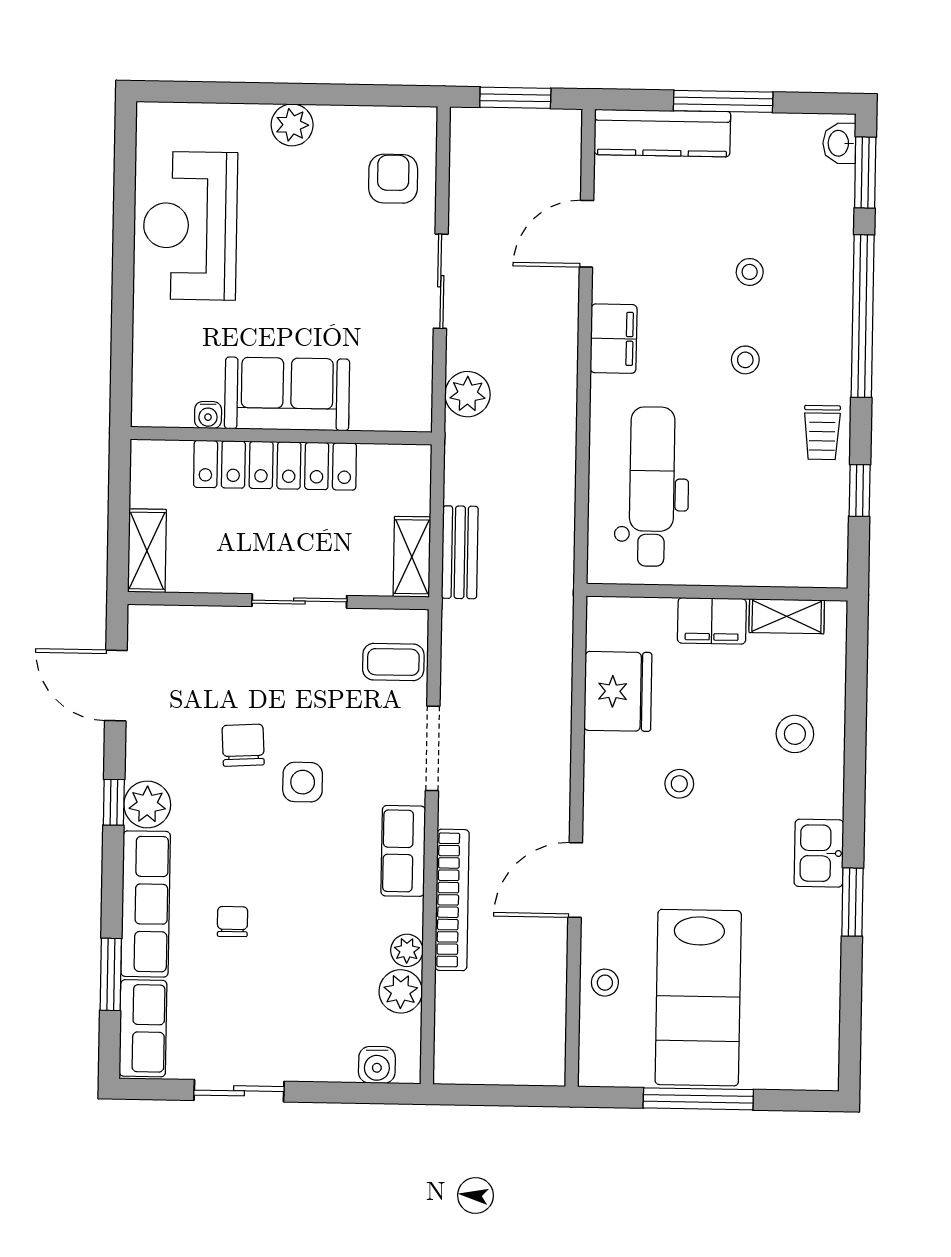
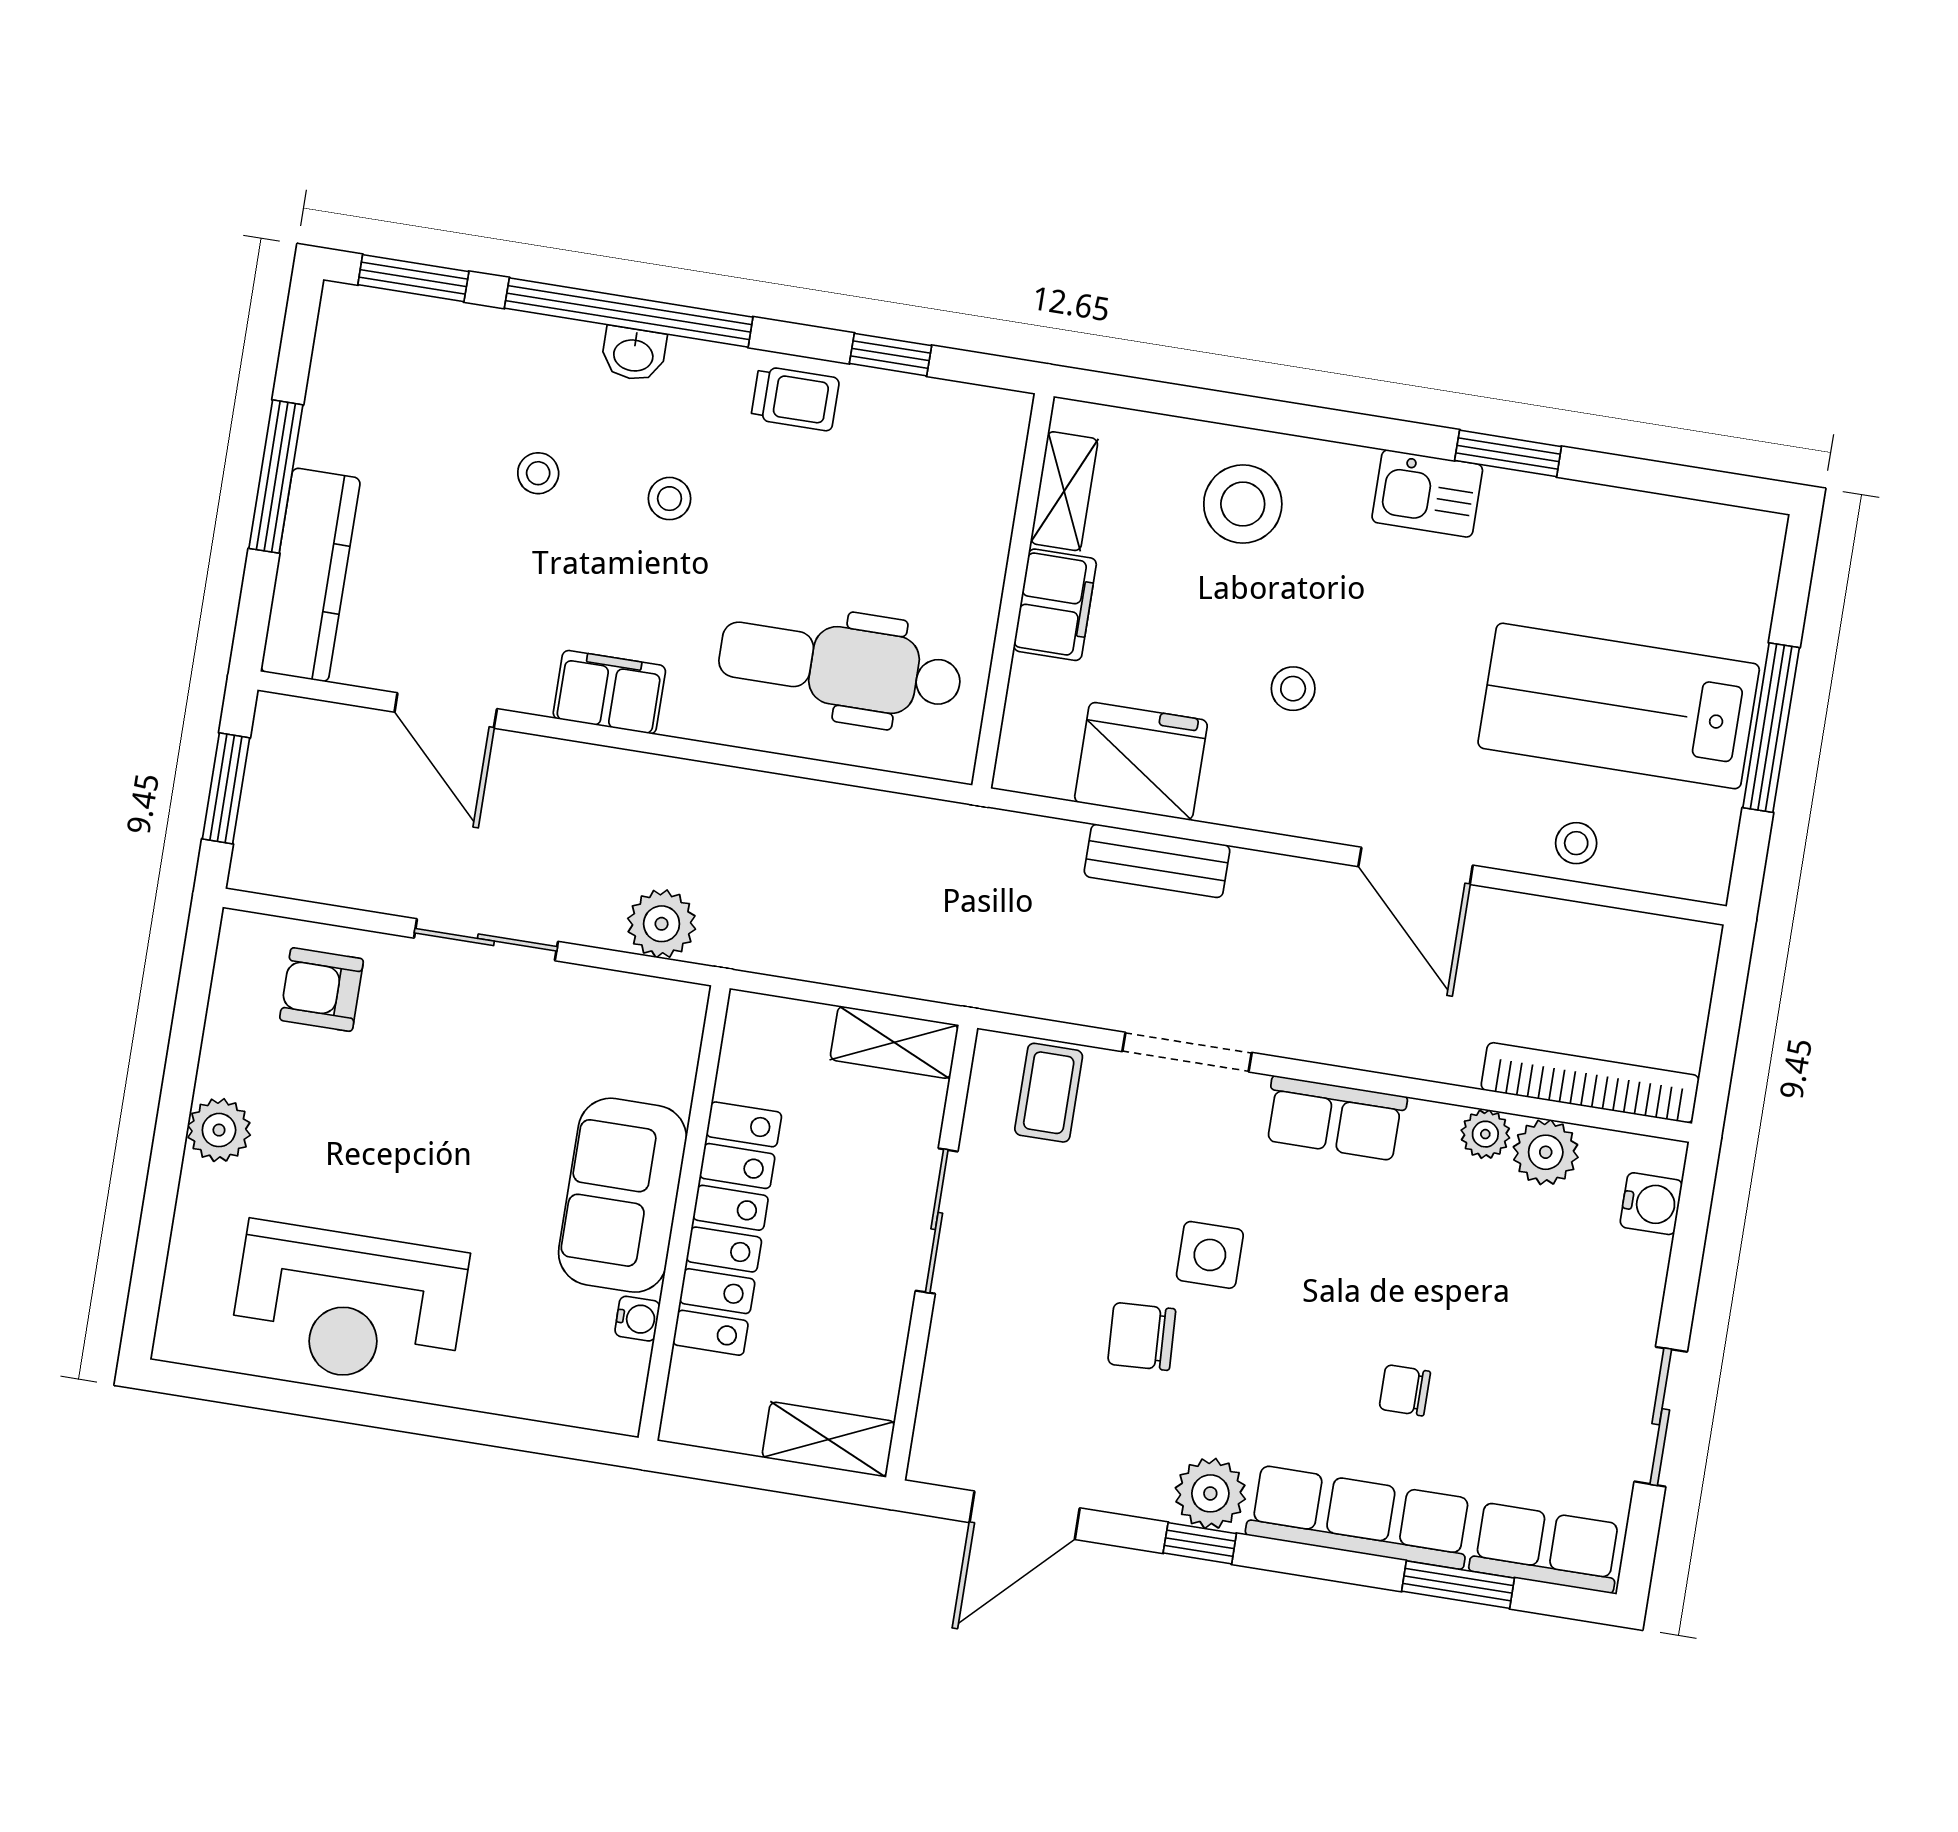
washbasin: (839, 143) -> (634, 354), moved
bench: (460, 552) -> (1157, 861), moved
stool: (795, 734) -> (1243, 504), width x1.38, depth x1.38
bookcase: (452, 900) -> (1590, 1083), moved
lab bench: (698, 998) -> (1619, 706), turned 180

